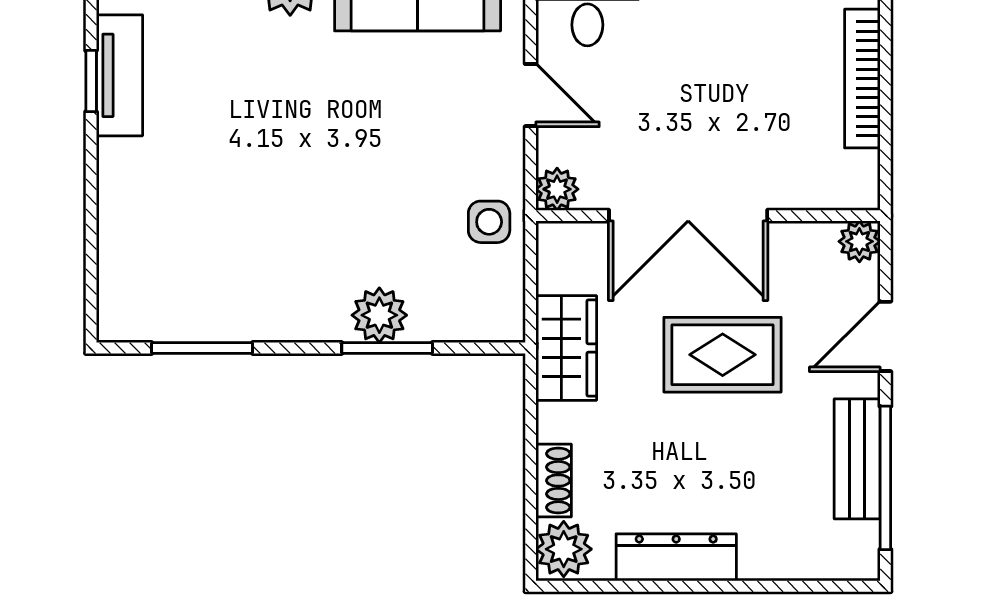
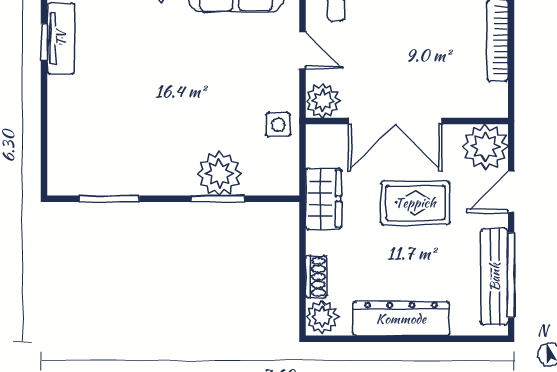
plant: (557, 189) -> (323, 101), width x1.38, depth x1.38
plant: (859, 241) -> (485, 147), width x1.87, depth x1.87
plant: (379, 315) -> (219, 174), width x1.36, depth x1.36
bench: (857, 459) -> (495, 277), width x1.36
dresser: (676, 557) -> (401, 319), width x1.37, depth x1.24

